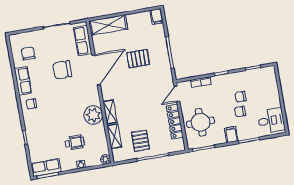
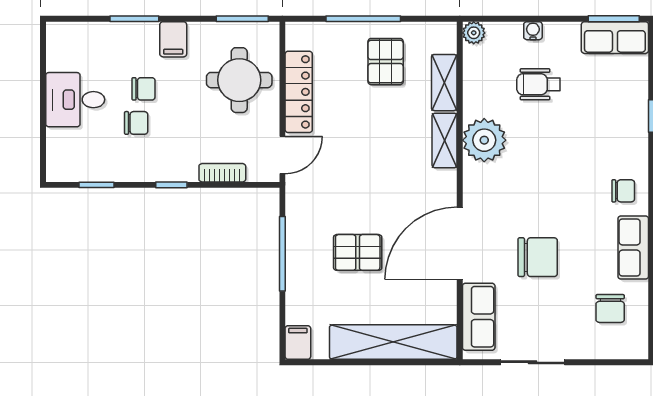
shelving: (108, 25) -> (393, 342), width x1.47
desk: (271, 120) -> (75, 100), moved

